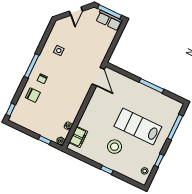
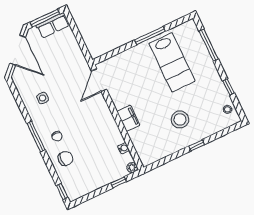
door: (76, 11) -> (18, 50), width x1.88
door: (98, 77) -> (99, 80), swing flipped
lab bench: (138, 126) -> (172, 62), moved, turned -90
filing cabinet: (78, 137) -> (128, 118), moved

